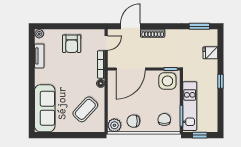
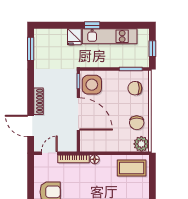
door: (106, 43) -> (49, 153), hinge flipped
fridge: (210, 53) -> (74, 37), moved
door: (131, 69) -> (78, 114), moved
kitchen unit: (190, 106) -> (110, 36), moved, turned 180
coffee table: (85, 109) -> (132, 168), moved, turned -43

